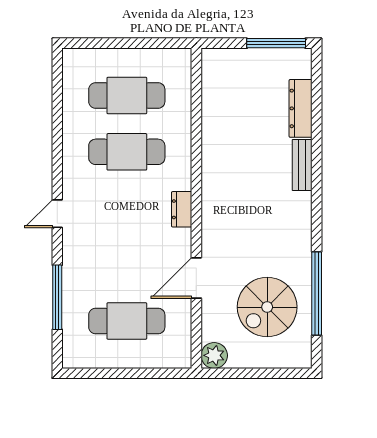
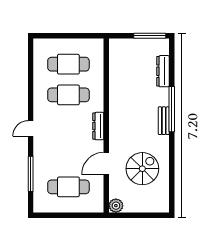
bench: (302, 165) -> (164, 121), moved
dresser: (182, 209) -> (98, 126), width x1.44
window: (317, 293) -> (172, 109), moved
spiral stairs: (267, 307) -> (142, 169), moved, turned 180

